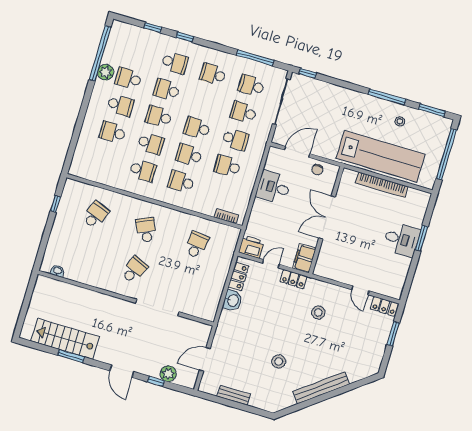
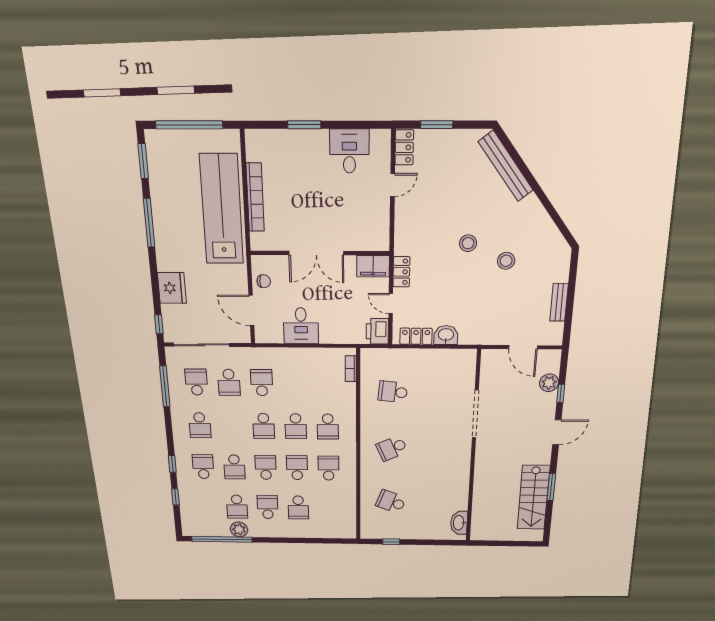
school desk: (251, 85) -> (196, 382), turned 180
fridge: (333, 95) -> (172, 288), added
school desk: (159, 117) -> (266, 467), turned 180
stool: (400, 121) -> (172, 198), removed
school desk: (227, 166) -> (294, 383), removed
desk: (401, 239) -> (349, 151), moved
school desk: (134, 270) -> (439, 449), removed
washbasin: (57, 271) -> (459, 523), width x1.91, depth x1.45
stool: (318, 312) -> (468, 243), moved
bench: (321, 388) -> (506, 166), moved

